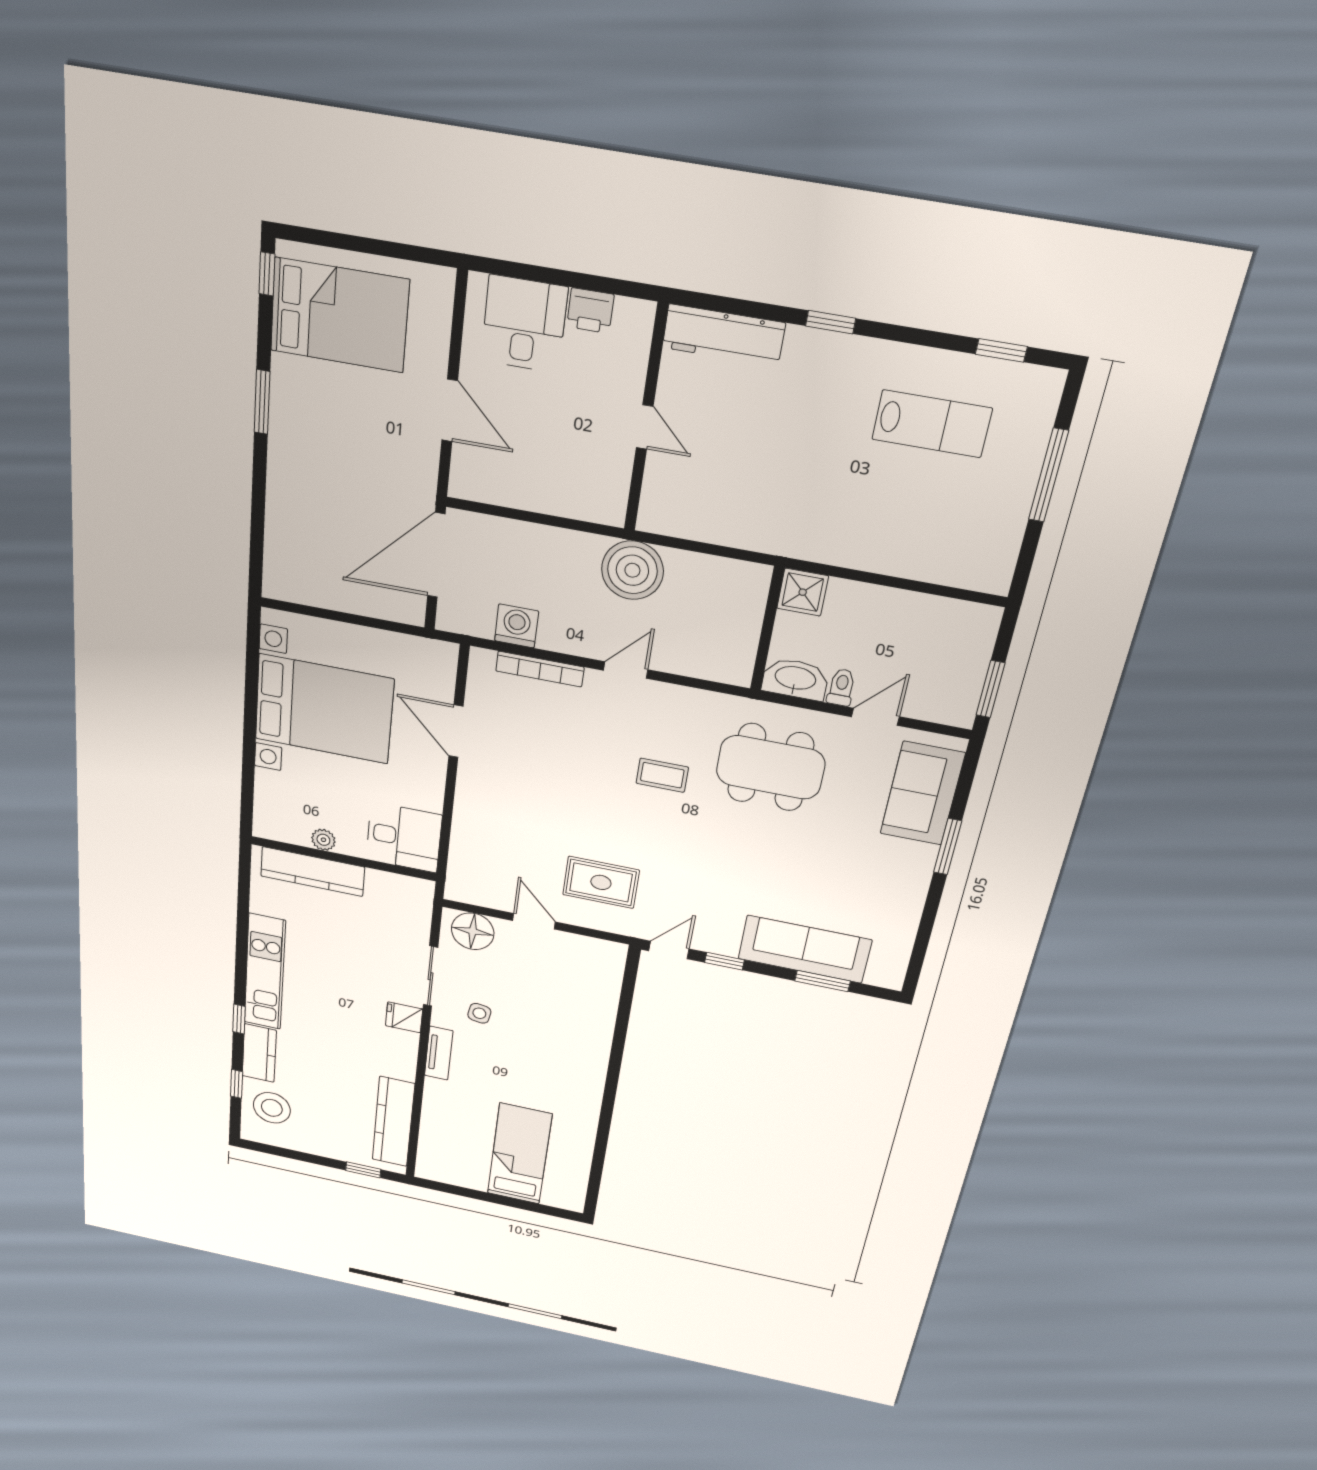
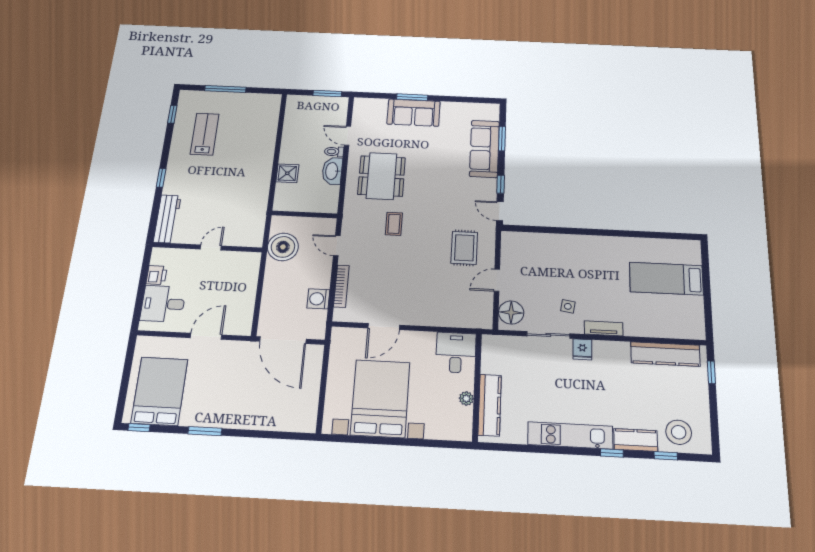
wall: (767, 629) -> (304, 214), moved
sofa: (922, 794) -> (414, 113), moved

